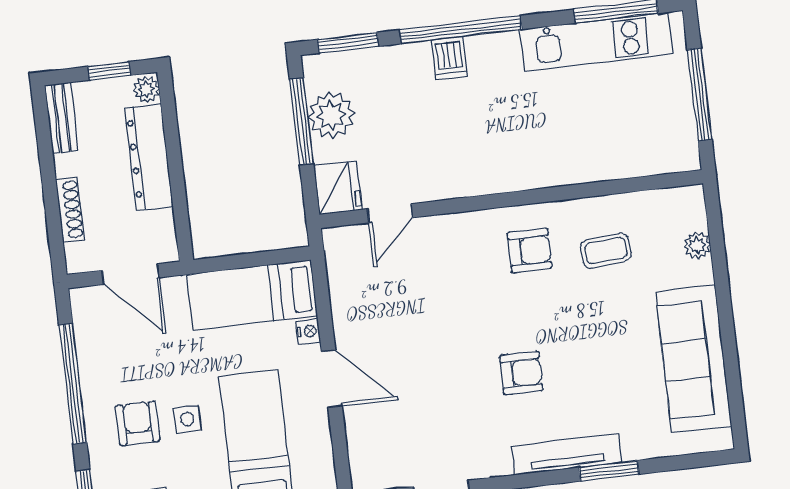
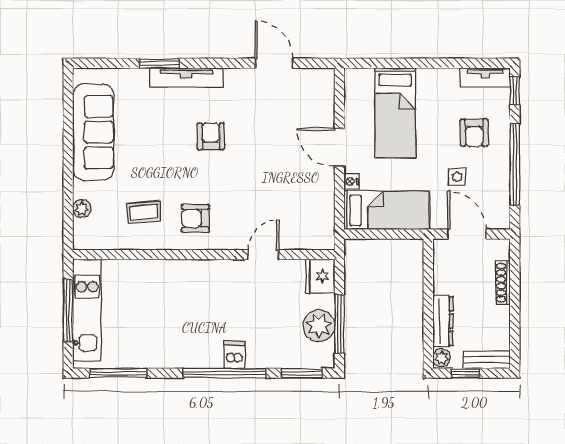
kitchen unit: (596, 42) -> (87, 310), moved, turned 90
bench: (61, 118) -> (487, 360), moved, turned 90
dresser: (149, 157) -> (443, 321), width x0.73, depth x0.80
door: (390, 213) -> (263, 255), moved
armchair: (521, 373) -> (211, 136), turned 90
side table: (187, 419) -> (457, 177), moved

